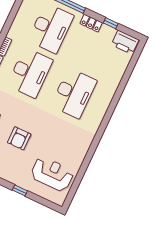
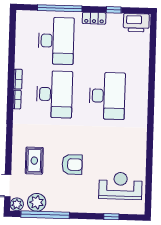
armchair: (19, 138) -> (72, 164), turned -90
window: (20, 190) -> (111, 217), moved

